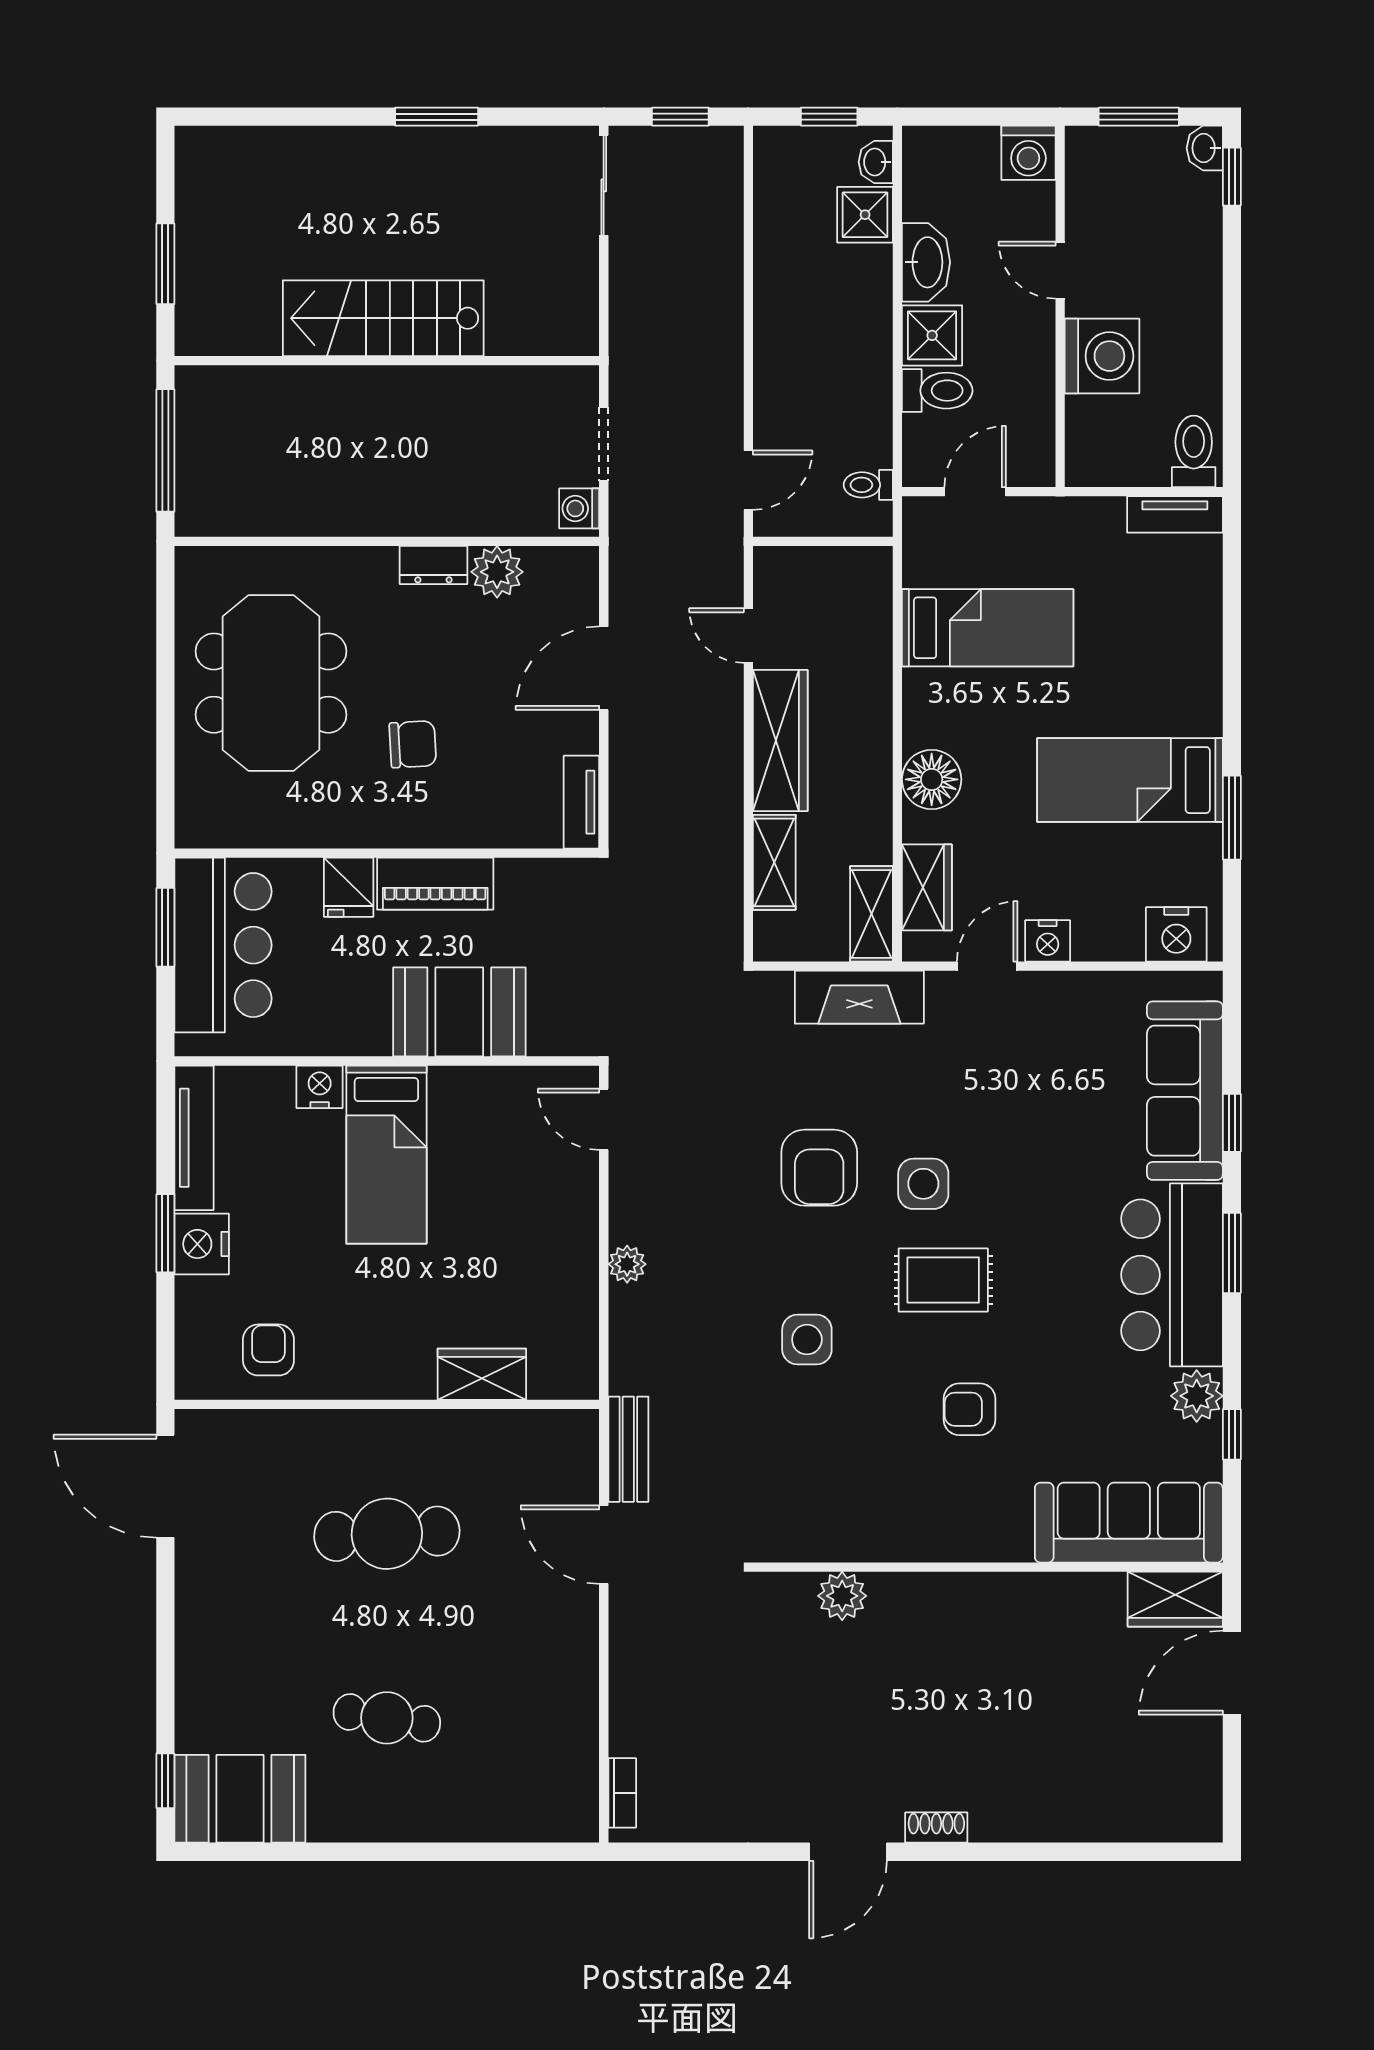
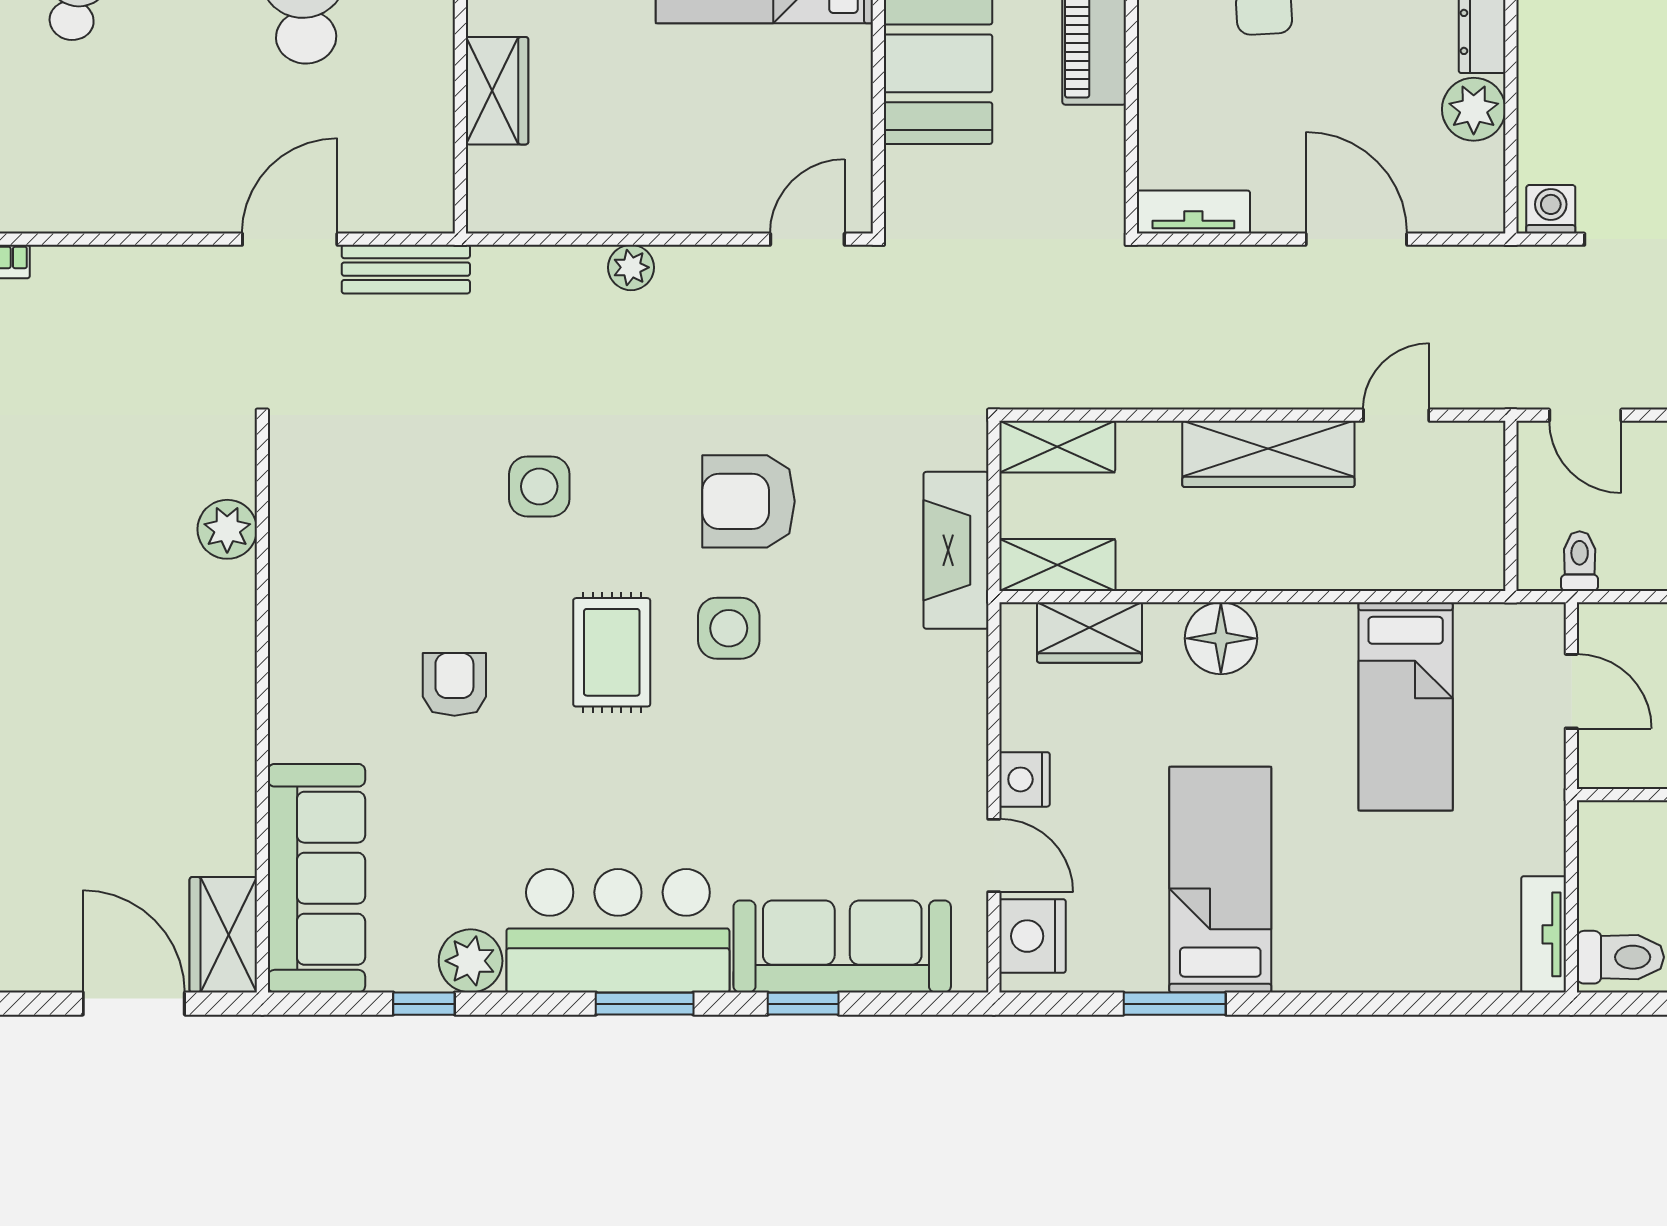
shelving: (774, 862) -> (1057, 447), moved
door: (987, 966) -> (994, 855), moved

